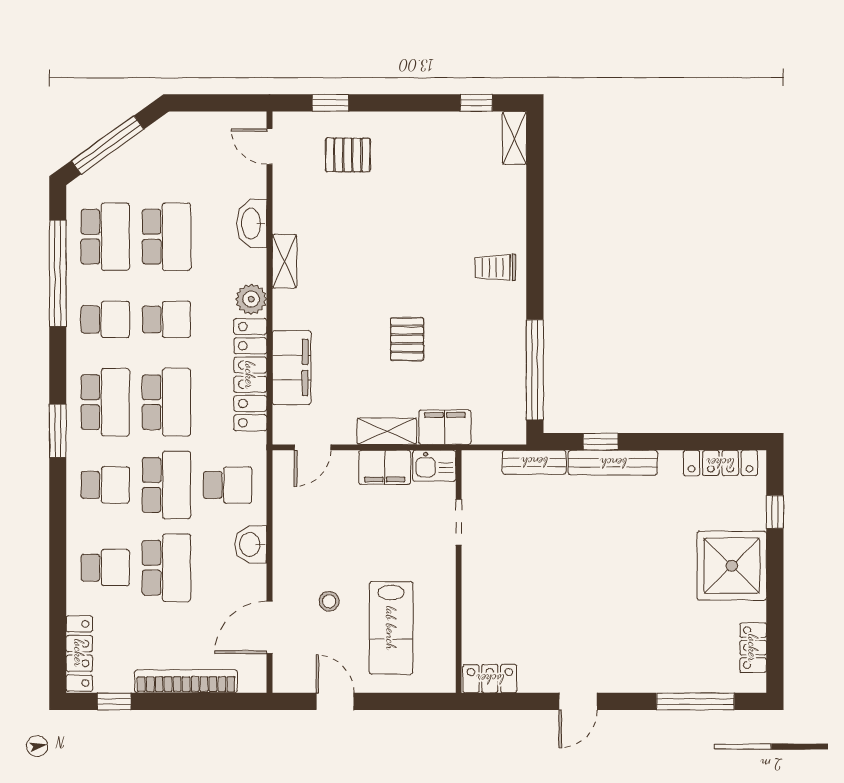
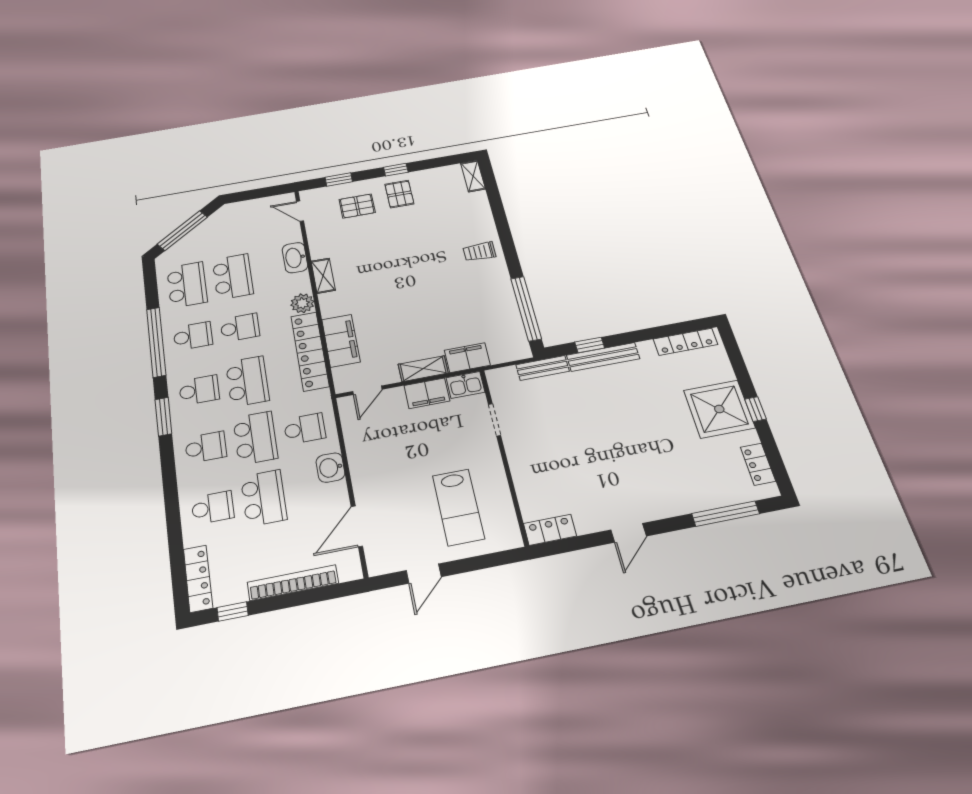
window: (476, 103) -> (396, 170), moved
window: (58, 273) -> (156, 342), moved
pallet: (407, 339) -> (399, 194), moved
school desk: (105, 402) -> (199, 390), width x0.54
window: (775, 512) -> (755, 409), moved
stool: (329, 601) -> (403, 497), removed
door: (335, 701) -> (424, 574), swing flipped

